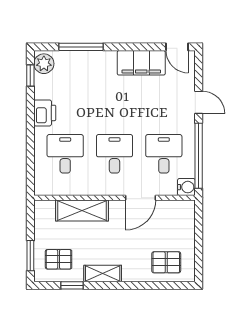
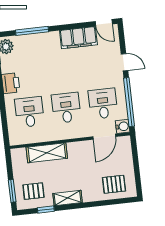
door: (141, 198) -> (104, 137), moved

